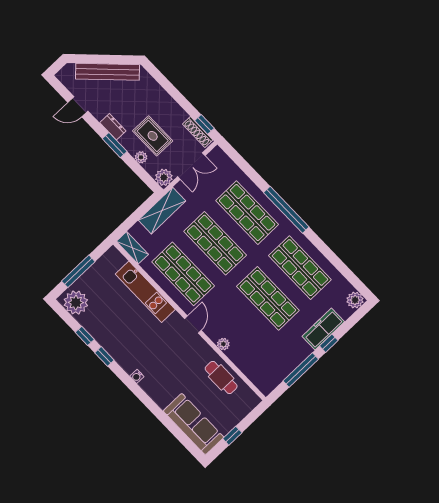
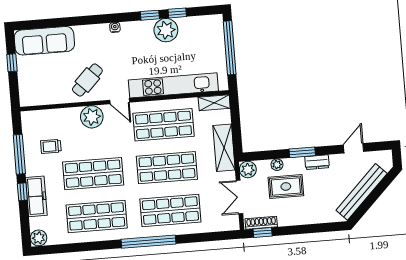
window: (78, 271) -> (230, 48), width x1.46
kitchen unit: (145, 292) -> (173, 85), width x1.36
plant: (76, 303) -> (166, 30), moved
plant: (223, 344) -> (92, 117), width x1.88, depth x1.88
trolley: (274, 350) -> (51, 146), added
cafe table: (221, 377) -> (87, 80), moved, turned -45

